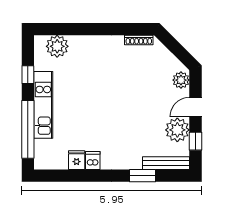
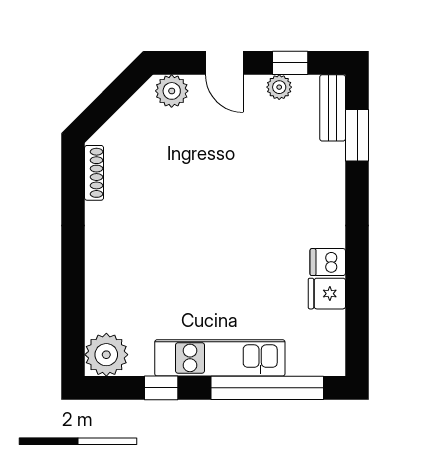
plant: (57, 46) -> (106, 355), moved
plant: (177, 130) -> (279, 87), width x0.53, depth x0.53
bench: (166, 163) -> (333, 108), width x0.73
window: (143, 176) -> (357, 135), moved

